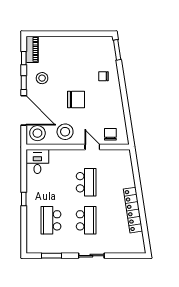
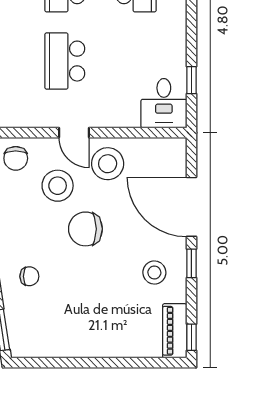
window: (24, 58) -> (191, 337), moved
stool: (37, 133) -> (58, 186), moved
door: (92, 147) -> (74, 133), moved
window: (24, 199) -> (191, 80), moved

